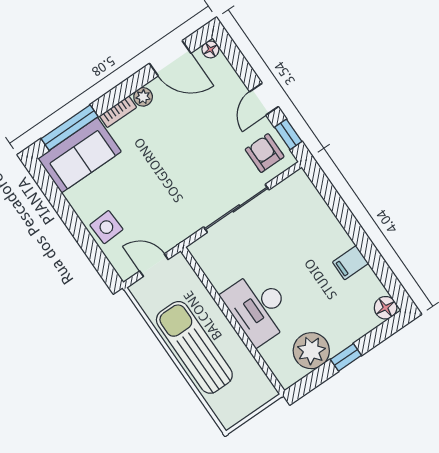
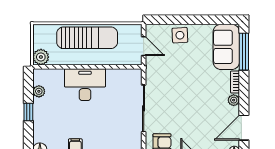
door: (154, 265) -> (144, 46), hinge flipped
plant: (311, 351) -> (39, 91), width x0.53, depth x0.53
plant: (262, 391) -> (41, 57), added

